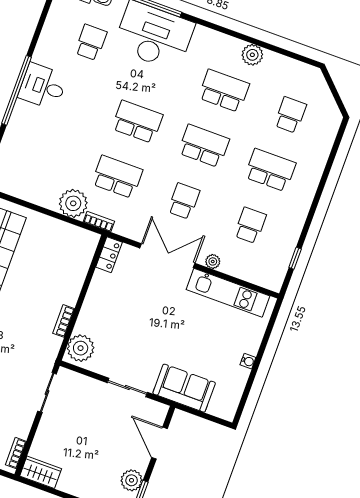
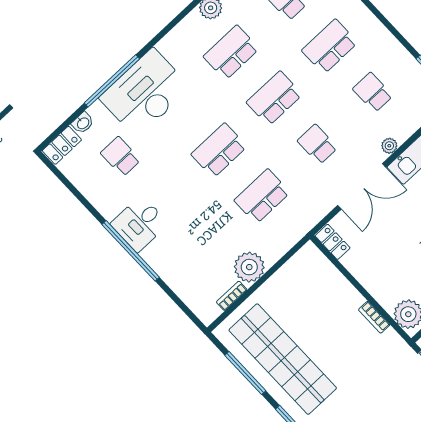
plant: (73, 203) -> (249, 267), moved
bookcase: (99, 222) -> (232, 296), moved
double door: (167, 256) -> (362, 186), swing flipped

